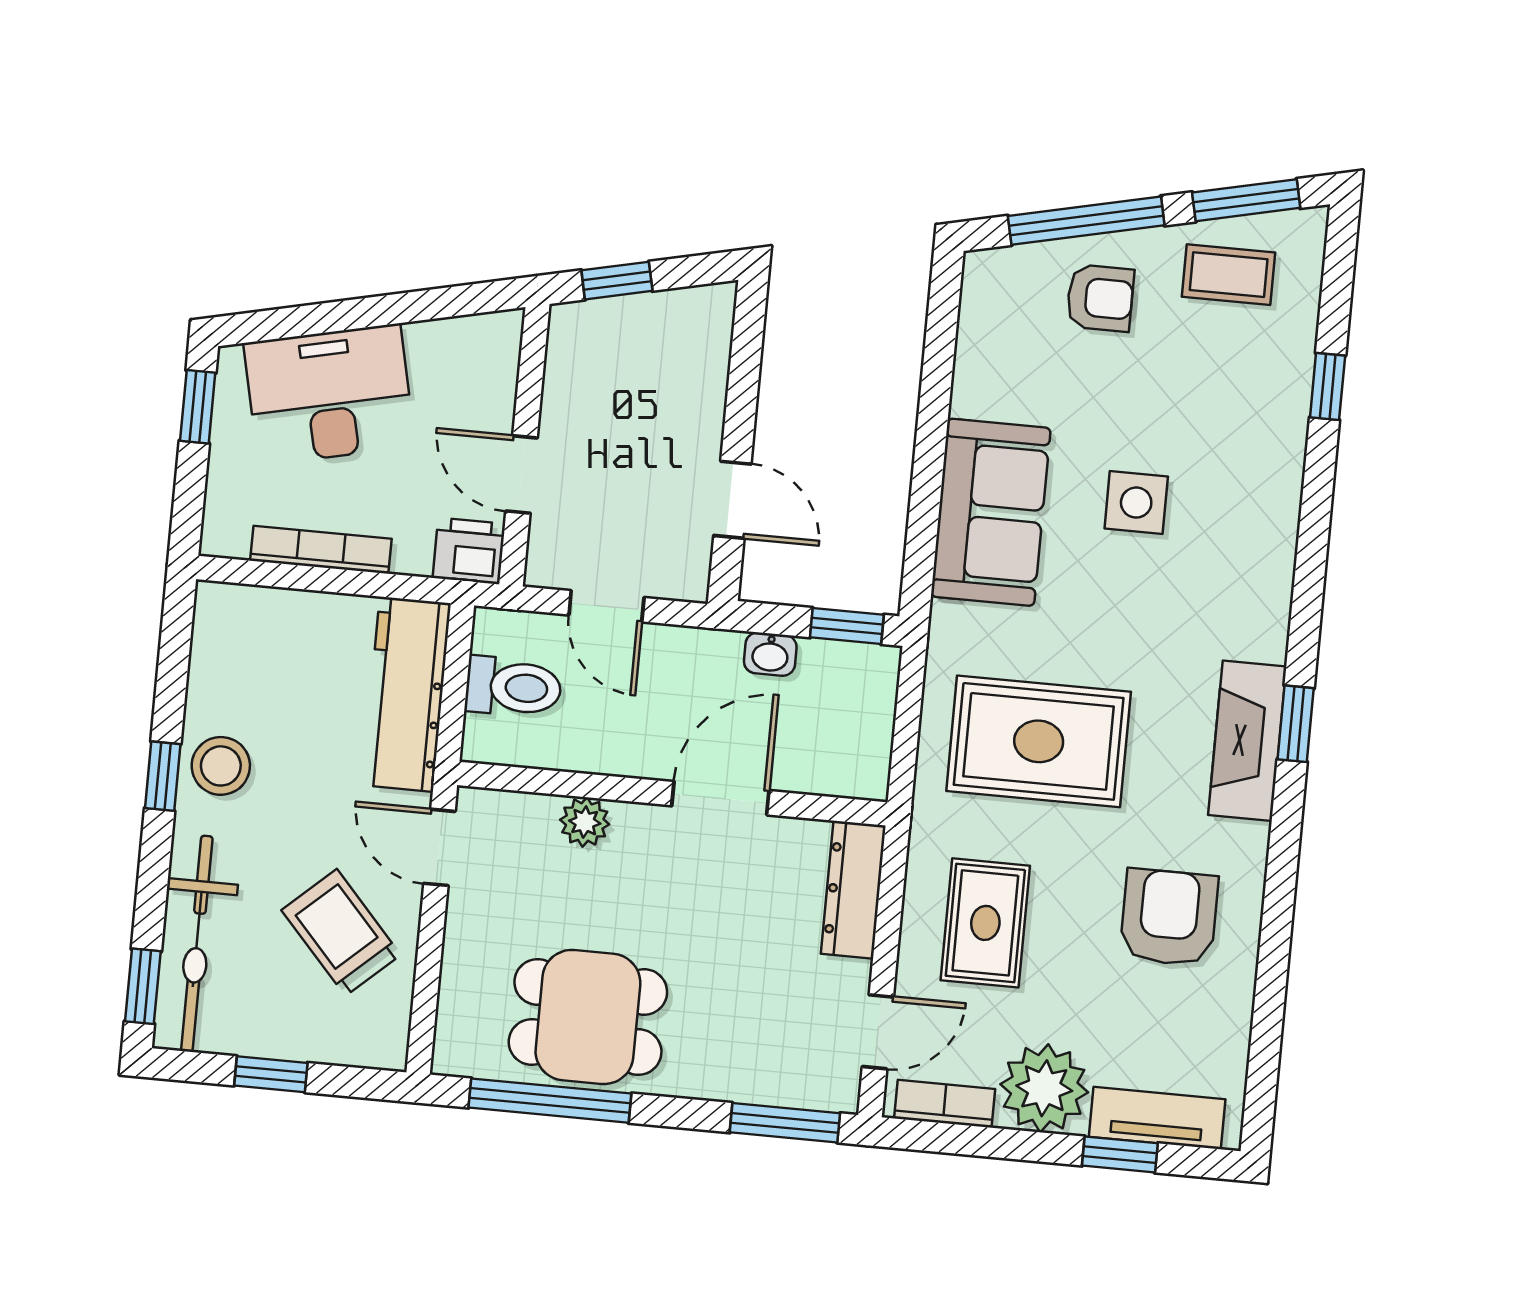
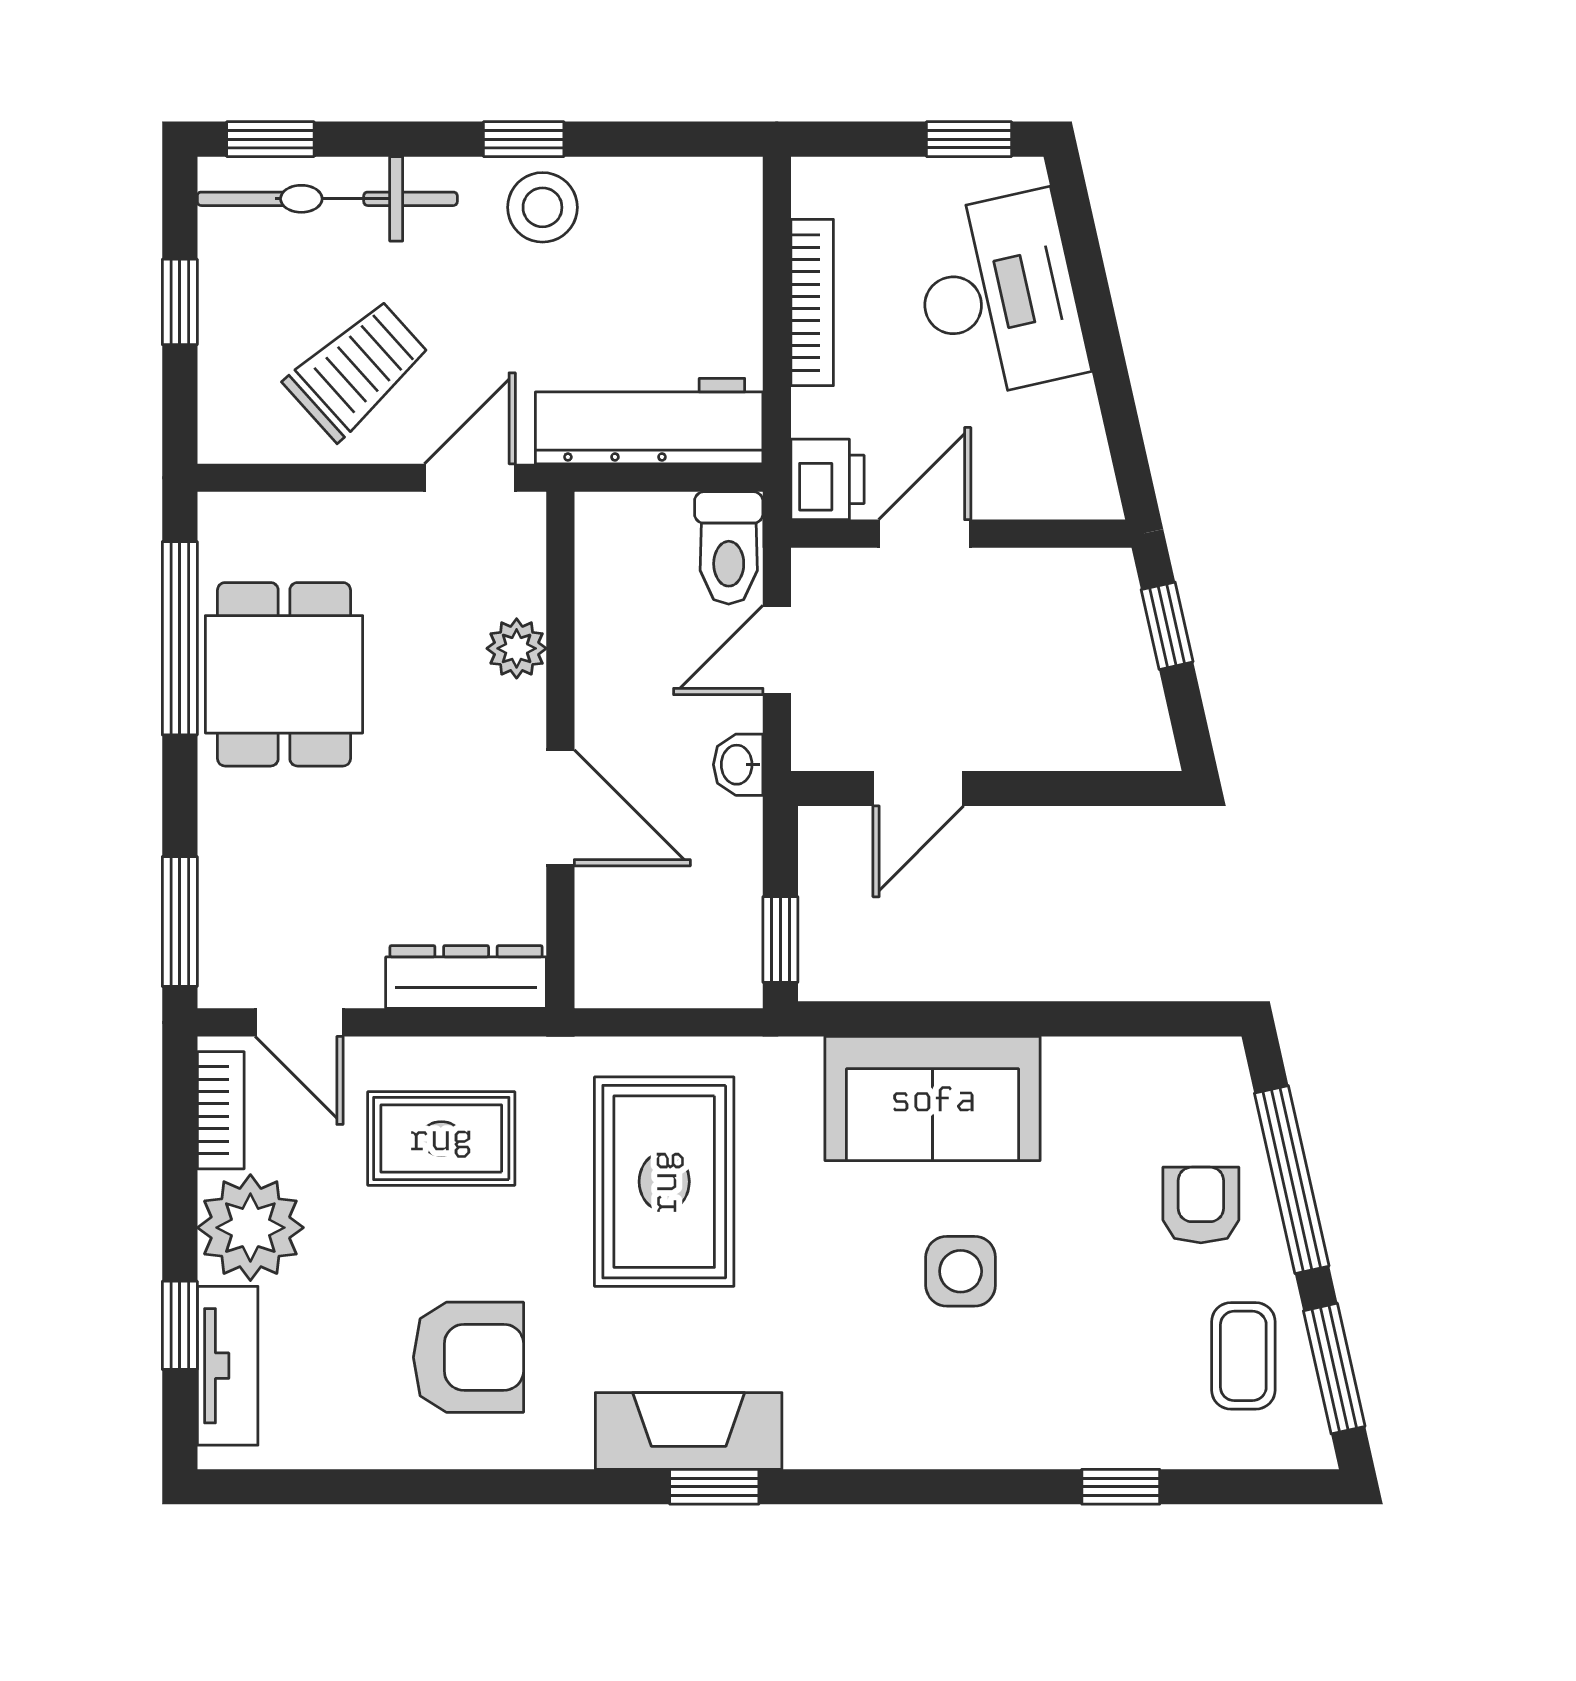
armchair: (1100, 298) -> (1201, 1205), turned 180
washbasin: (770, 654) -> (738, 765), moved
toilet: (513, 687) -> (729, 548), moved

